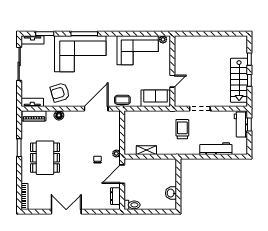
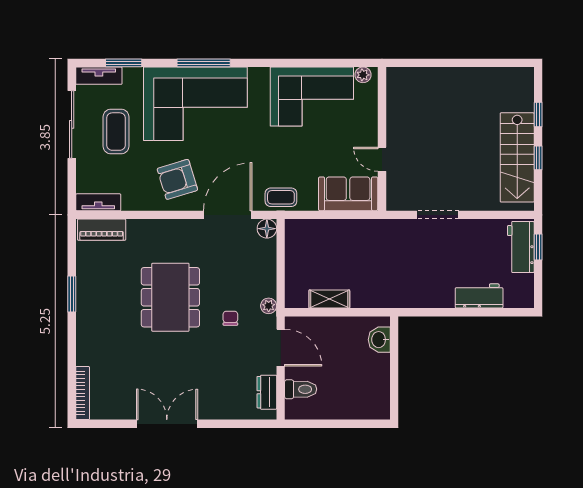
coffee table: (41, 67) -> (116, 132), added
door: (172, 81) -> (382, 159), swing flipped
armchair: (60, 92) -> (177, 179), moved
floor lamp: (59, 115) -> (267, 229), moved
trolley: (182, 129) -> (402, 257), removed
workbench: (216, 149) -> (479, 296), width x0.73
dining table: (45, 158) -> (170, 297), moved
door: (122, 174) -> (281, 348), swing flipped
washbasin: (171, 193) -> (379, 340), moved
toilet: (132, 205) -> (301, 389), moved

